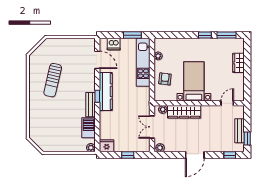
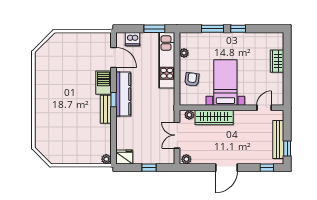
window: (226, 35) -> (213, 29), moved
sun lounger: (53, 80) -> (62, 81), removed
barbecue: (89, 128) -> (104, 83), moved
bench: (239, 131) -> (278, 140), width x1.36

